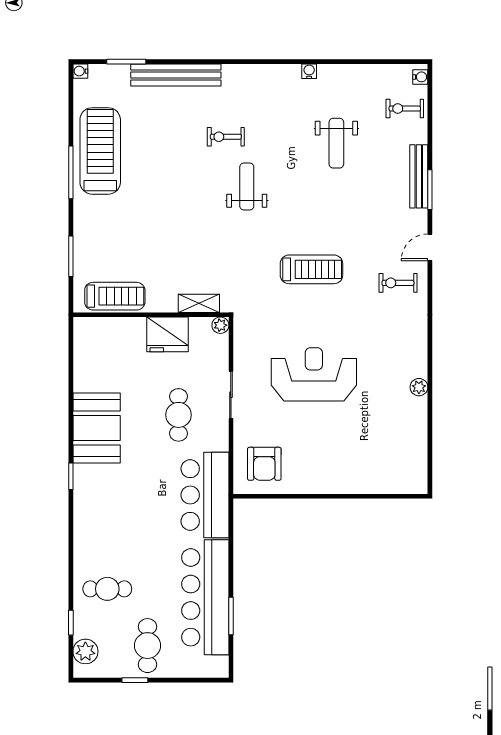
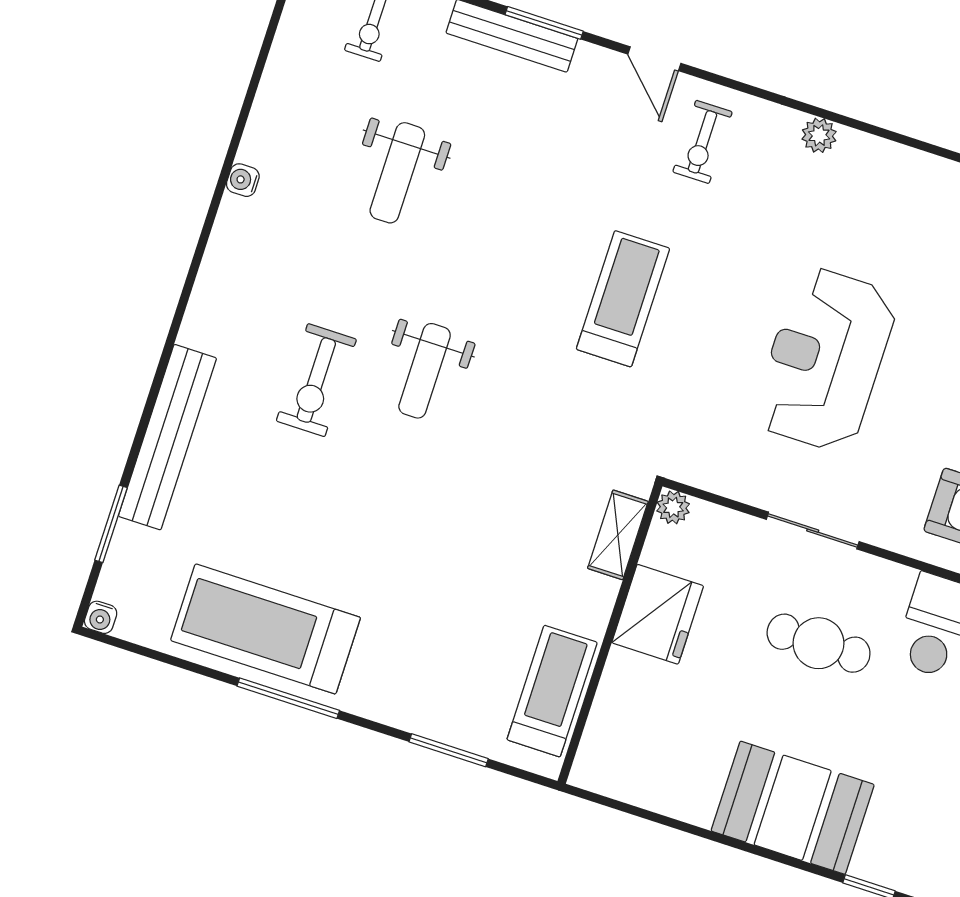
exercise bike: (226, 137) -> (316, 380), width x1.38, depth x1.39
weight bench: (336, 143) -> (397, 173), turned 90
weight bench: (247, 187) -> (425, 371), turned -90
plant: (419, 387) -> (819, 135), moved

